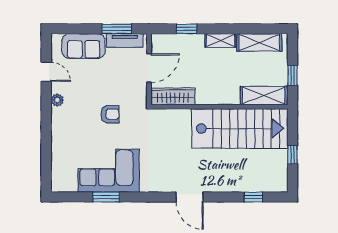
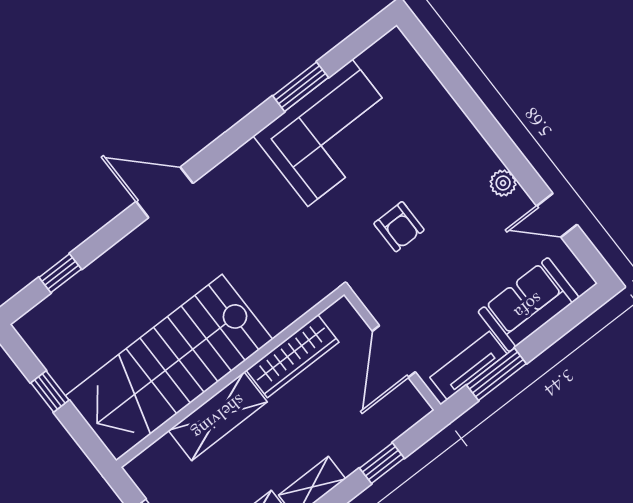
shelving: (264, 95) -> (218, 416), moved
wardrobe: (173, 96) -> (293, 356), moved
armchair: (110, 114) -> (399, 227), turned -90

